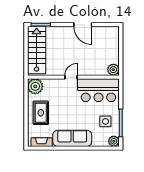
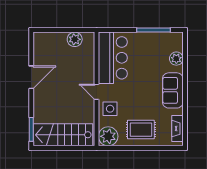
plant: (113, 70) -> (75, 39), moved
side table: (105, 121) -> (110, 109), moved
sofa: (72, 138) -> (173, 90), width x0.73
plant: (114, 141) -> (176, 59), moved

